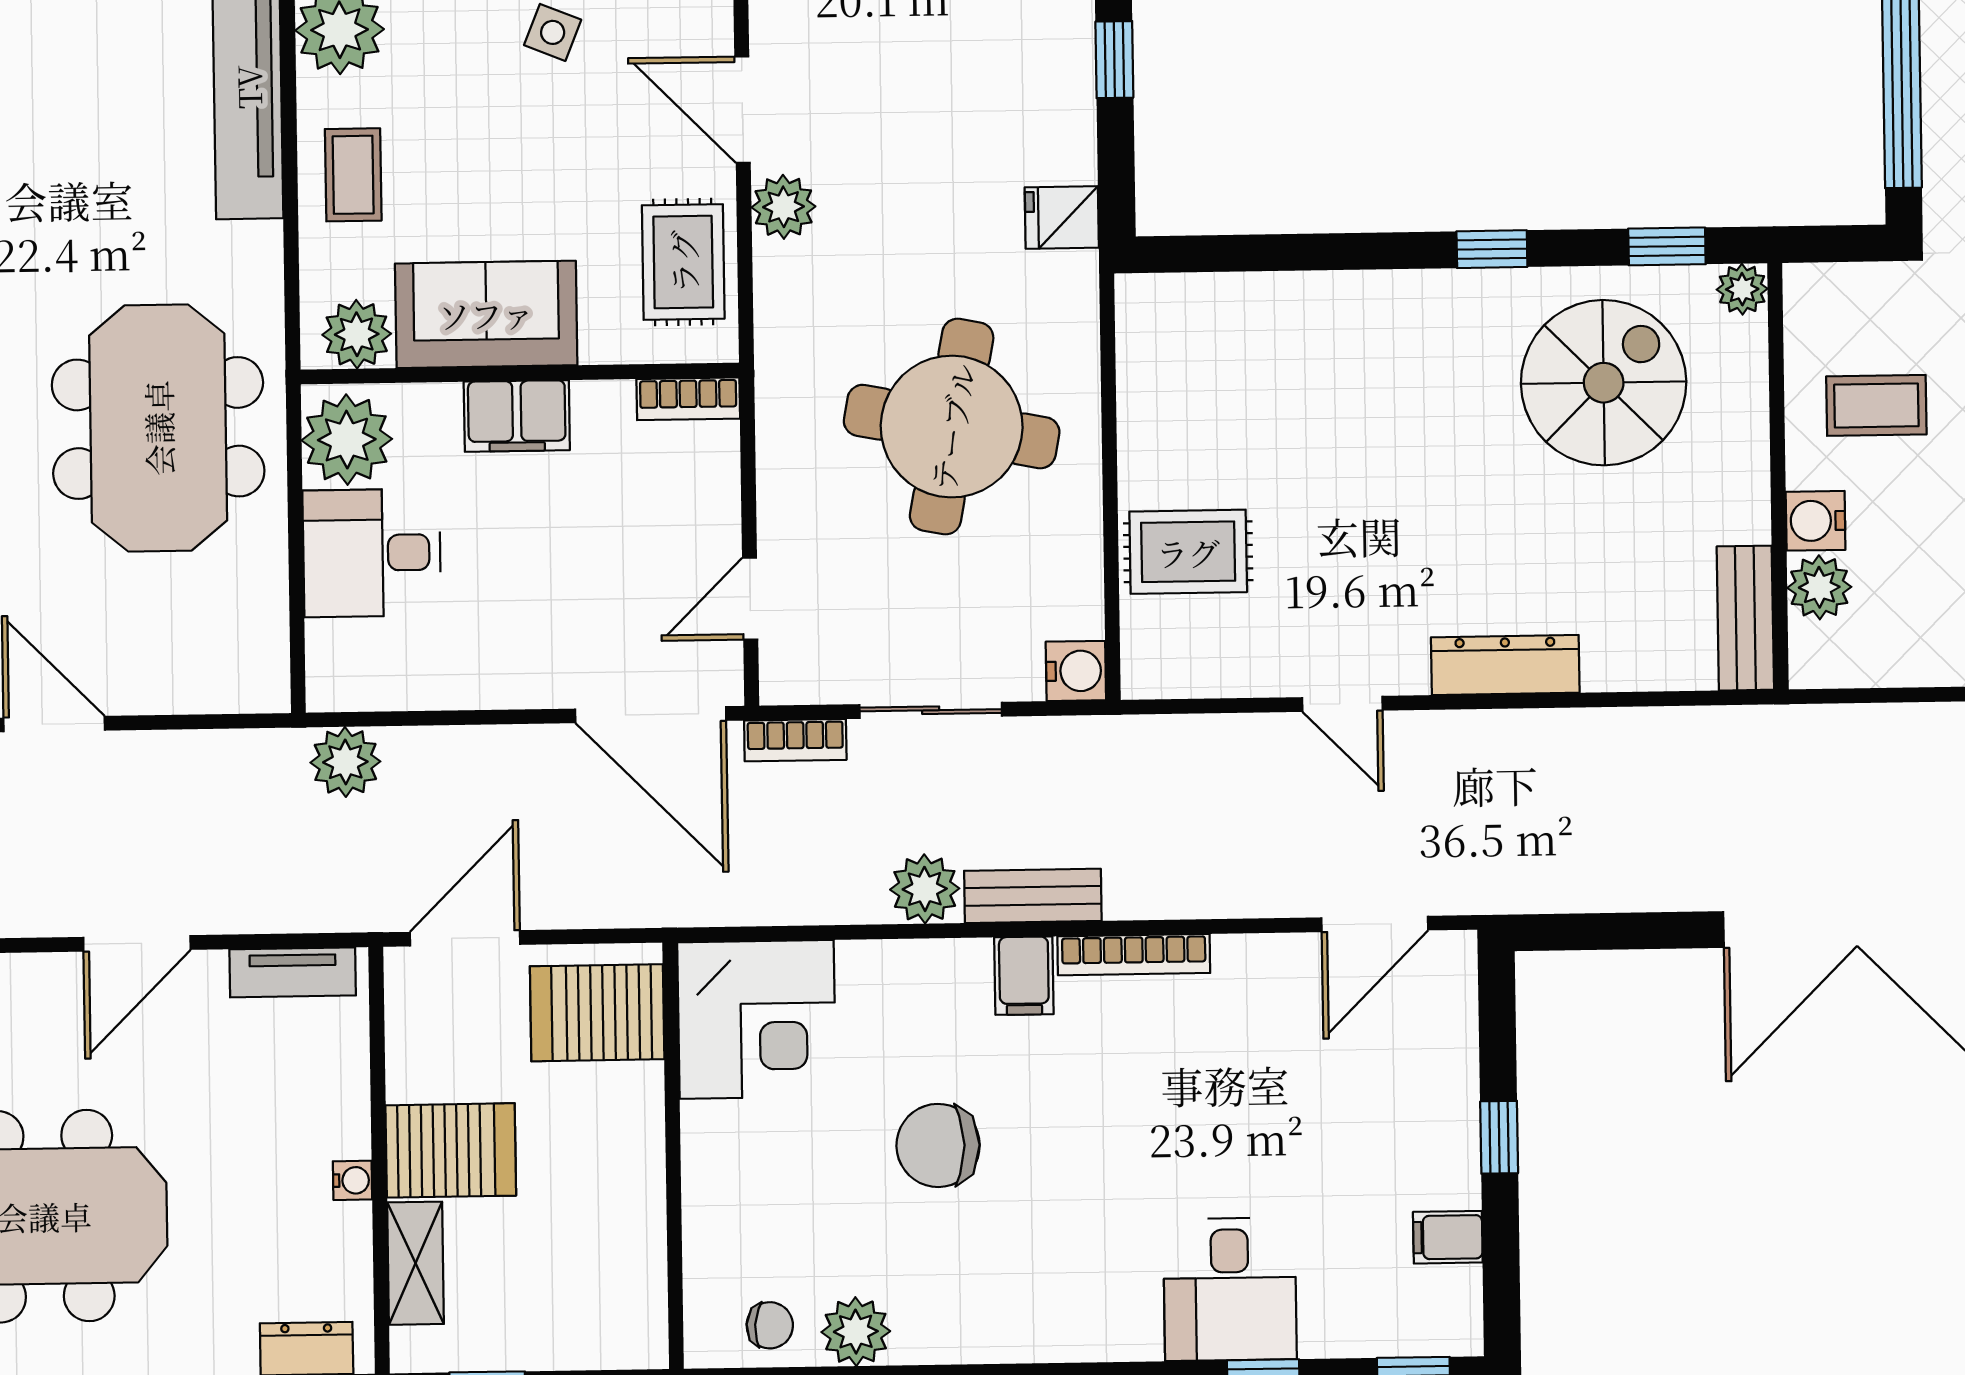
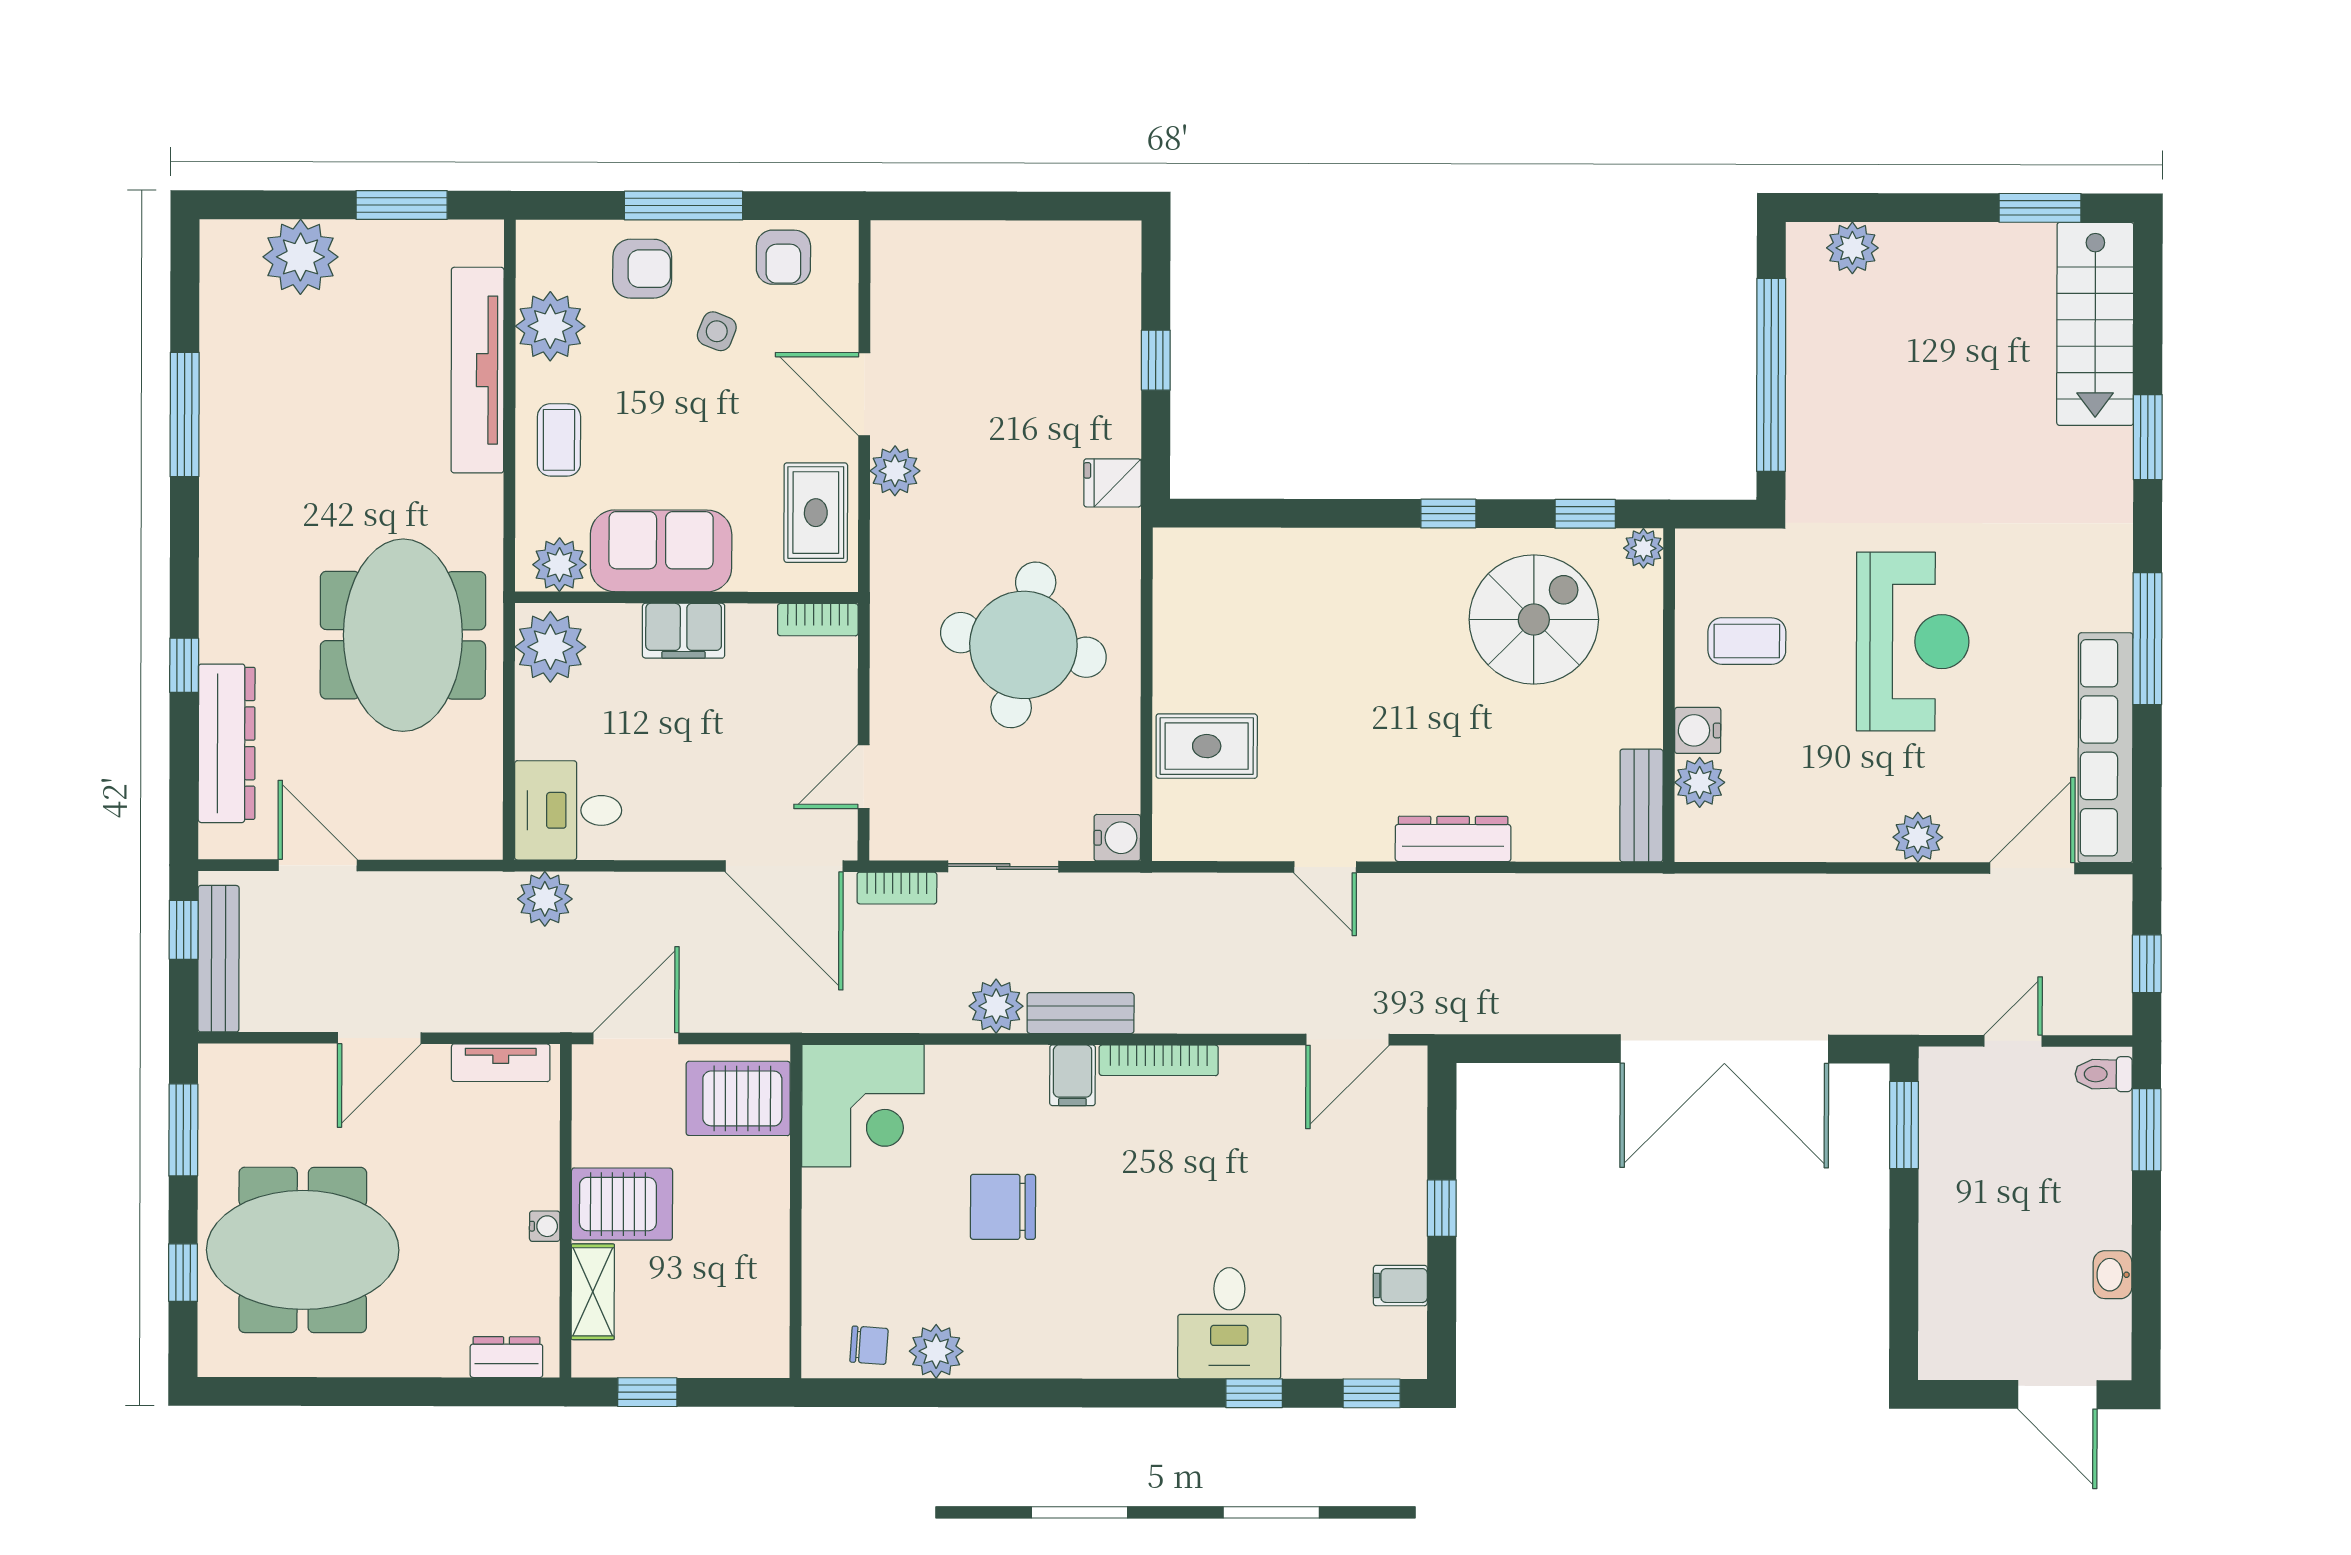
desk: (372, 553) -> (568, 810), moved

